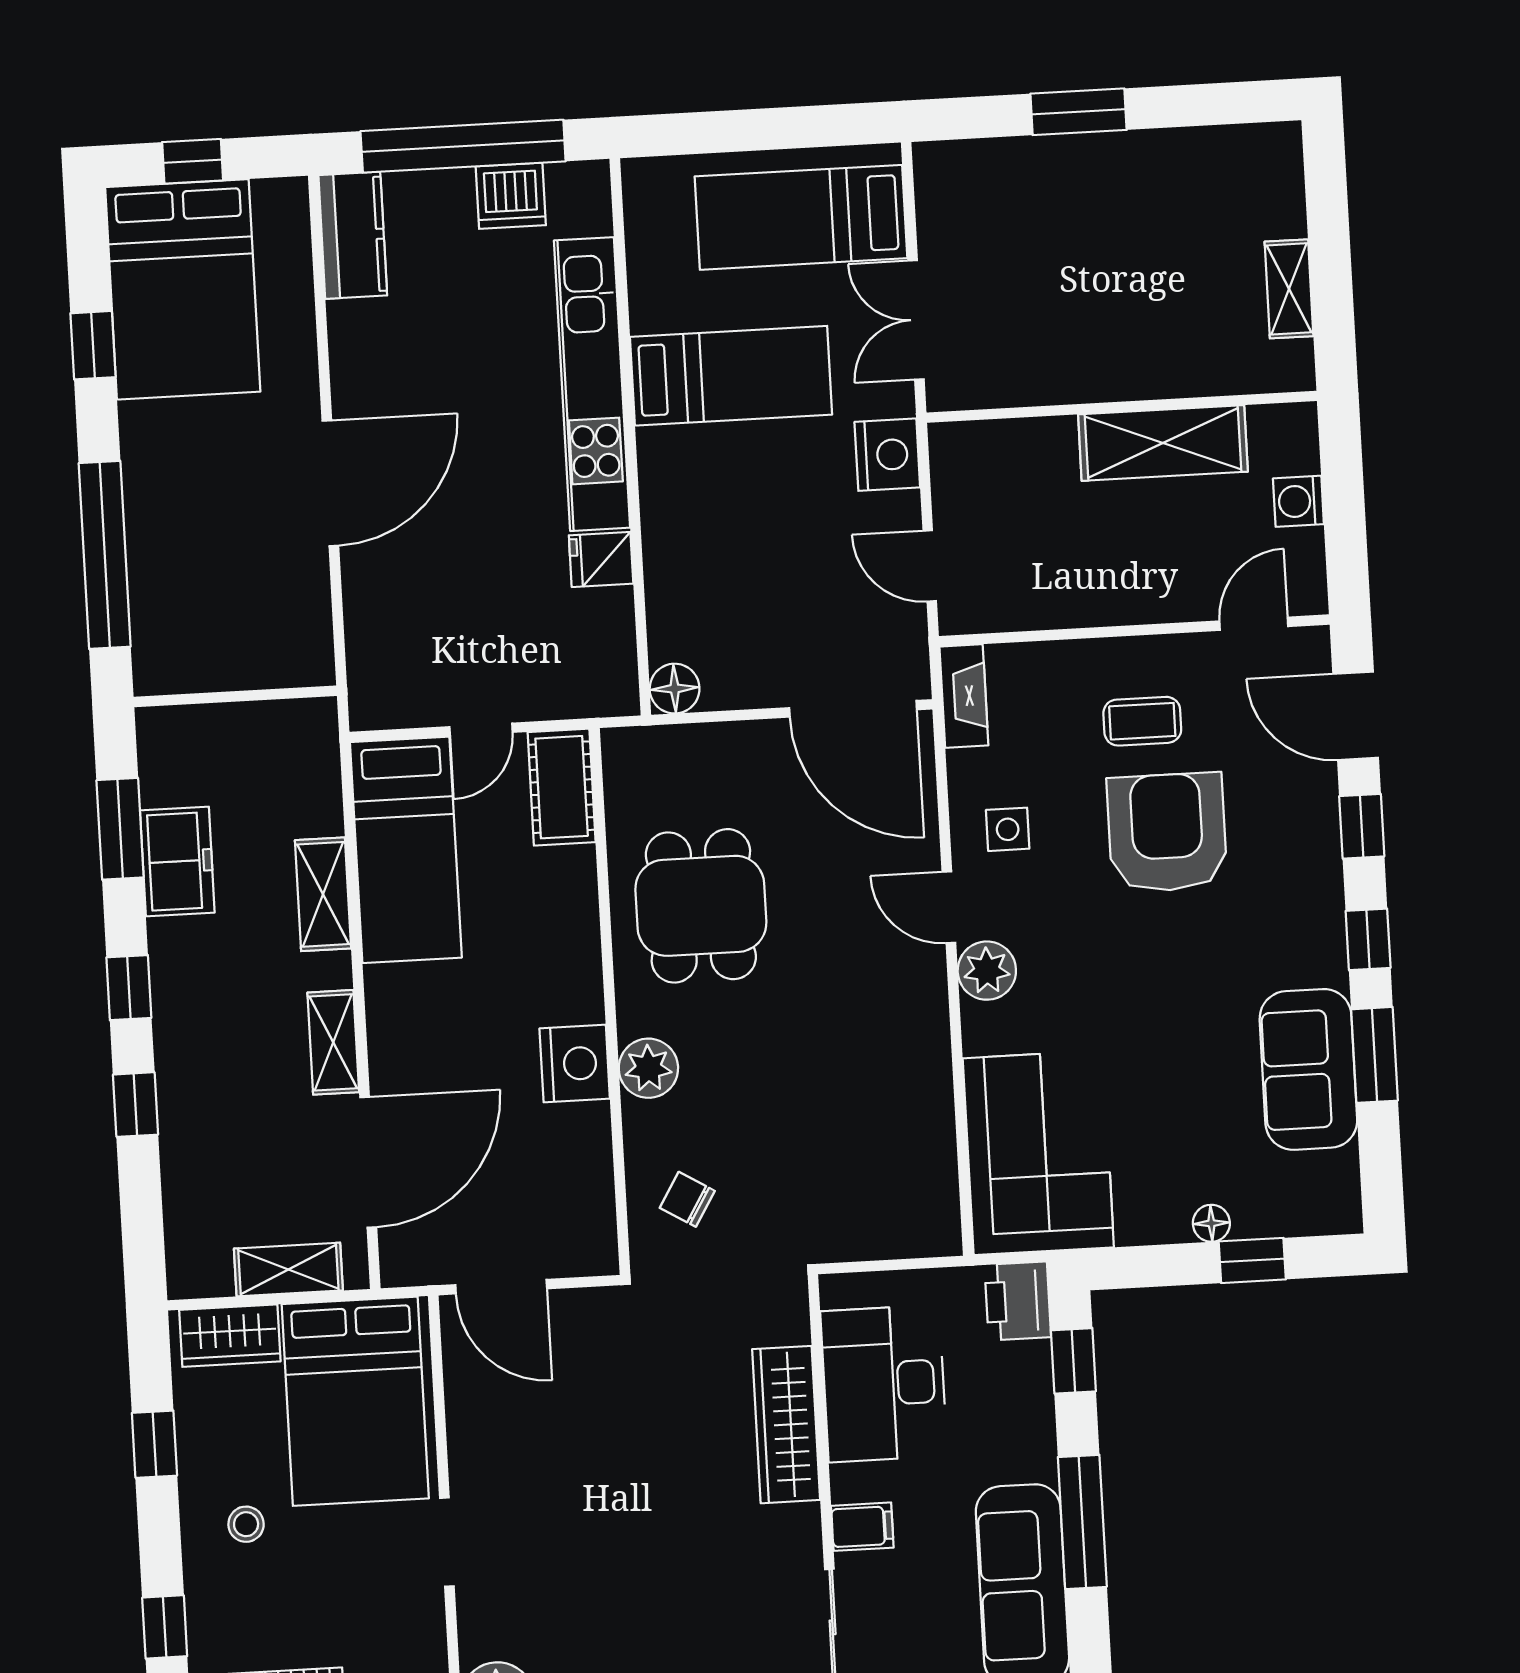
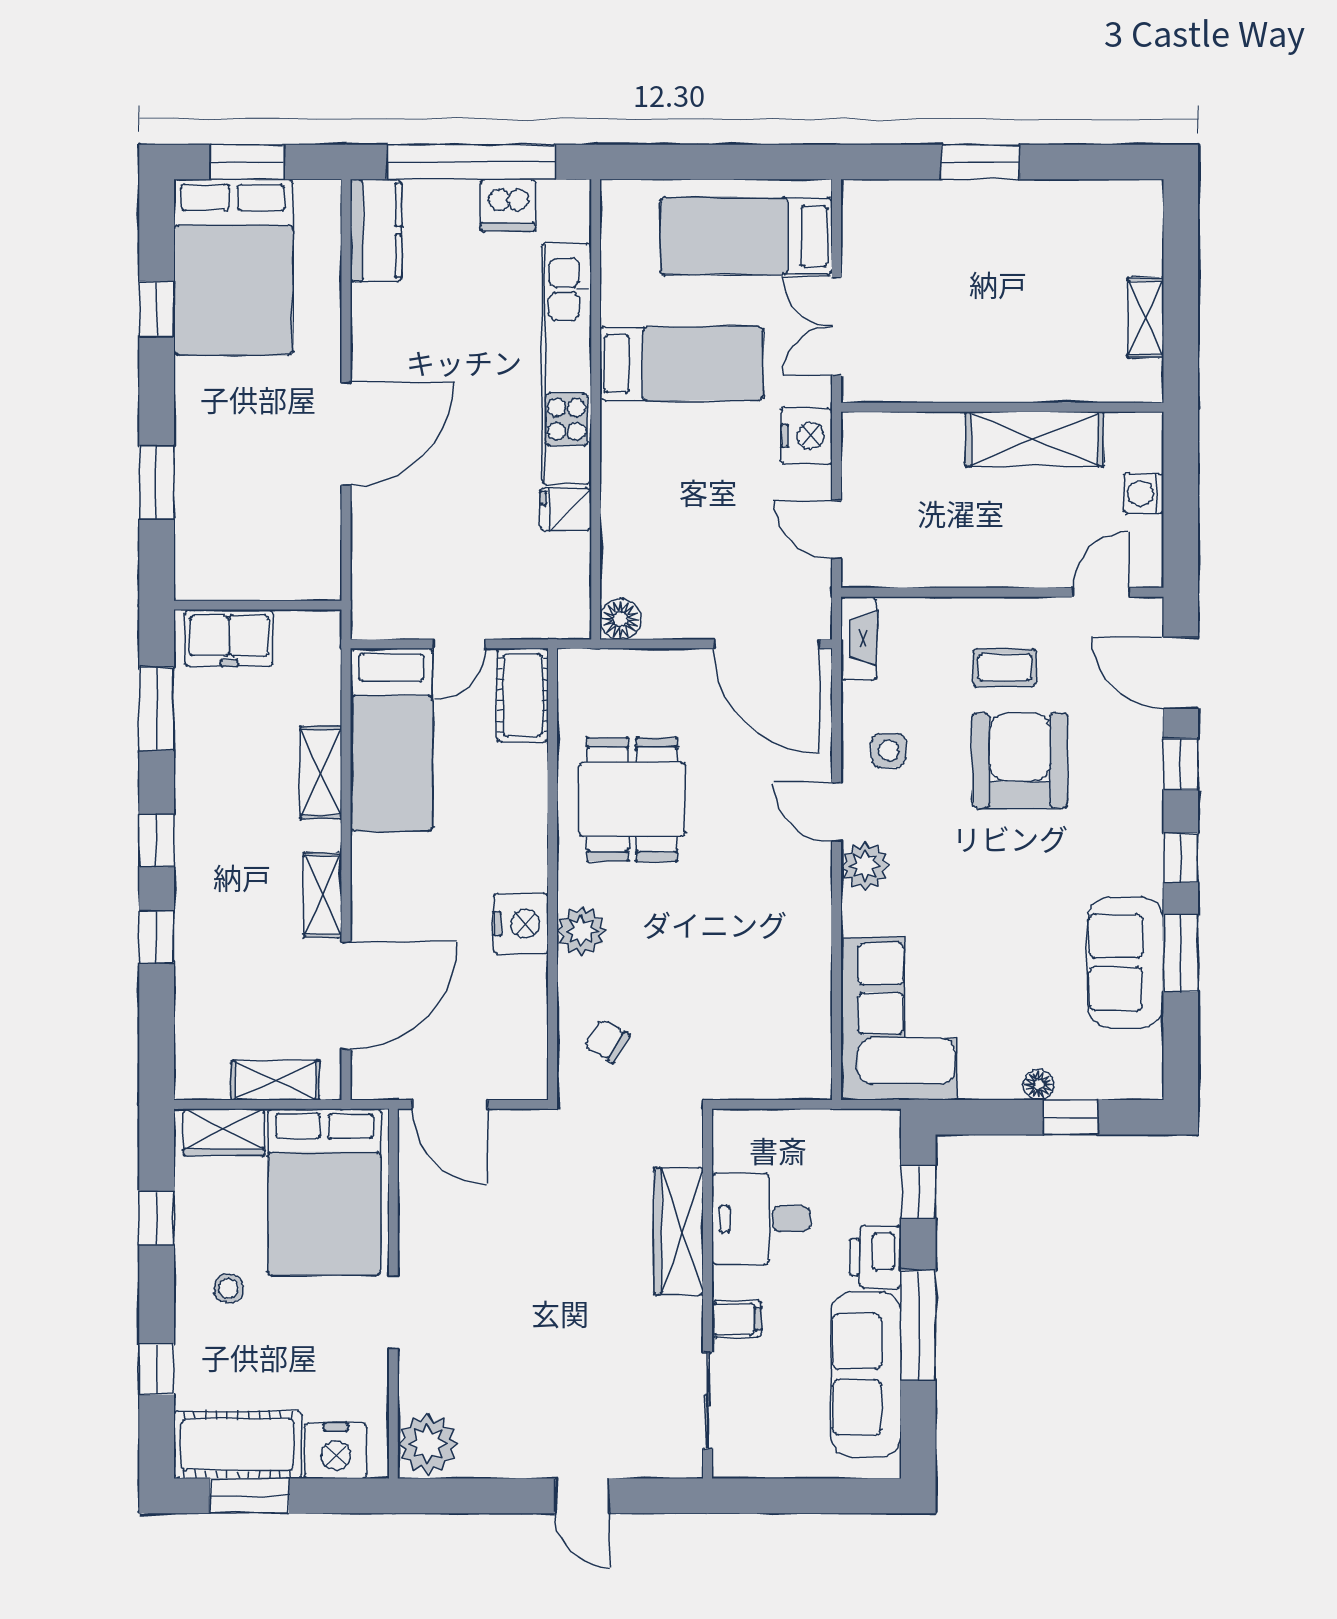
window: (193, 161) -> (247, 162), width x1.50
window: (105, 555) -> (157, 482), width x0.47
freezer: (177, 861) -> (229, 638), moved, turned 90
printer: (1018, 1301) -> (875, 1257), moved
desk: (884, 1384) -> (761, 1219), width x0.73

